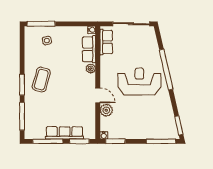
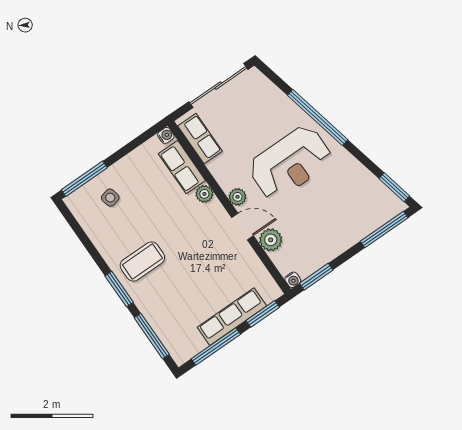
coffee table: (41, 80) -> (142, 261), turned 75
plant: (105, 80) -> (237, 197), added
reception desk: (139, 81) -> (290, 163), turned 180

